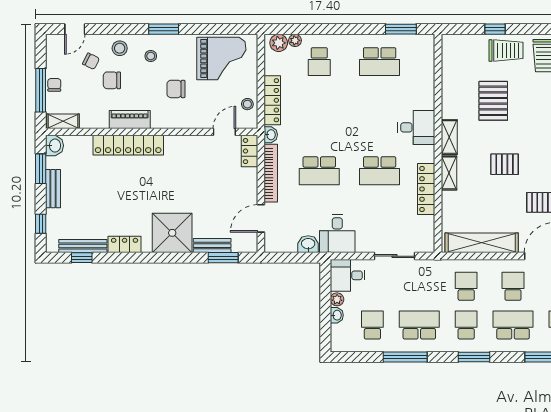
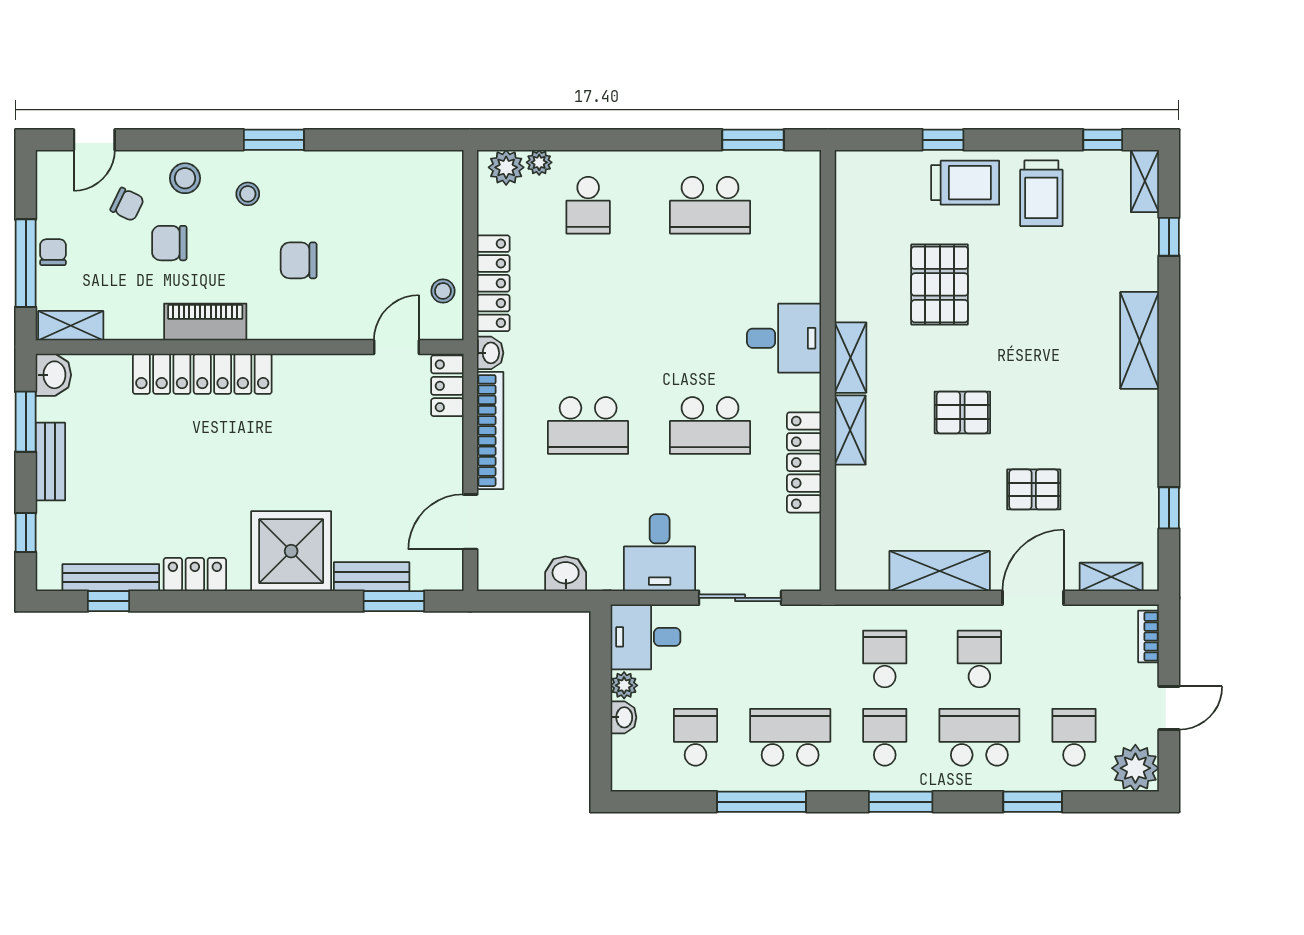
grand piano: (221, 58) -> (391, 199), removed
desk: (337, 234) -> (660, 553), moved
shelving: (482, 243) -> (940, 571), width x0.68

